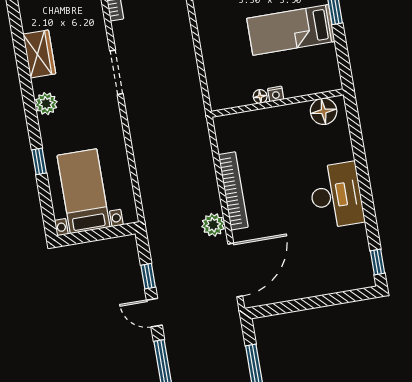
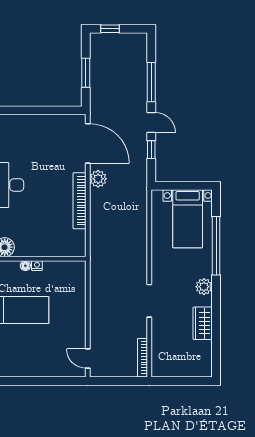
floor lamp: (260, 96) -> (25, 266), moved
window: (39, 161) -> (216, 246), width x3.17
door: (235, 270) -> (88, 143), swing flipped

